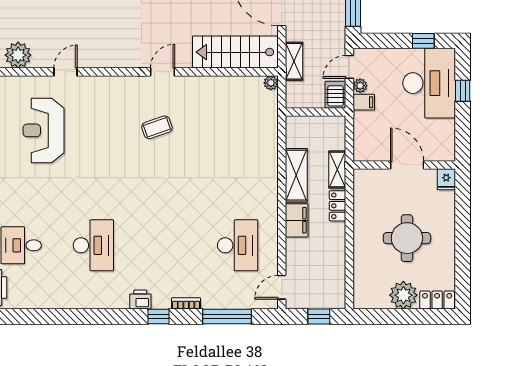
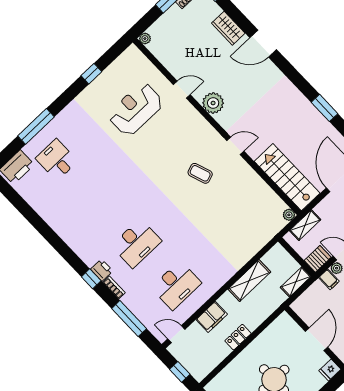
plant: (18, 55) -> (213, 103), moved
shelving: (294, 61) -> (305, 225), moved
shelving: (337, 170) -> (296, 282), moved
locker: (338, 206) -> (238, 337), moved
filing cabinet: (297, 220) -> (212, 317), moved
desk: (93, 245) -> (136, 243), moved
printer: (140, 300) -> (102, 270), moved

